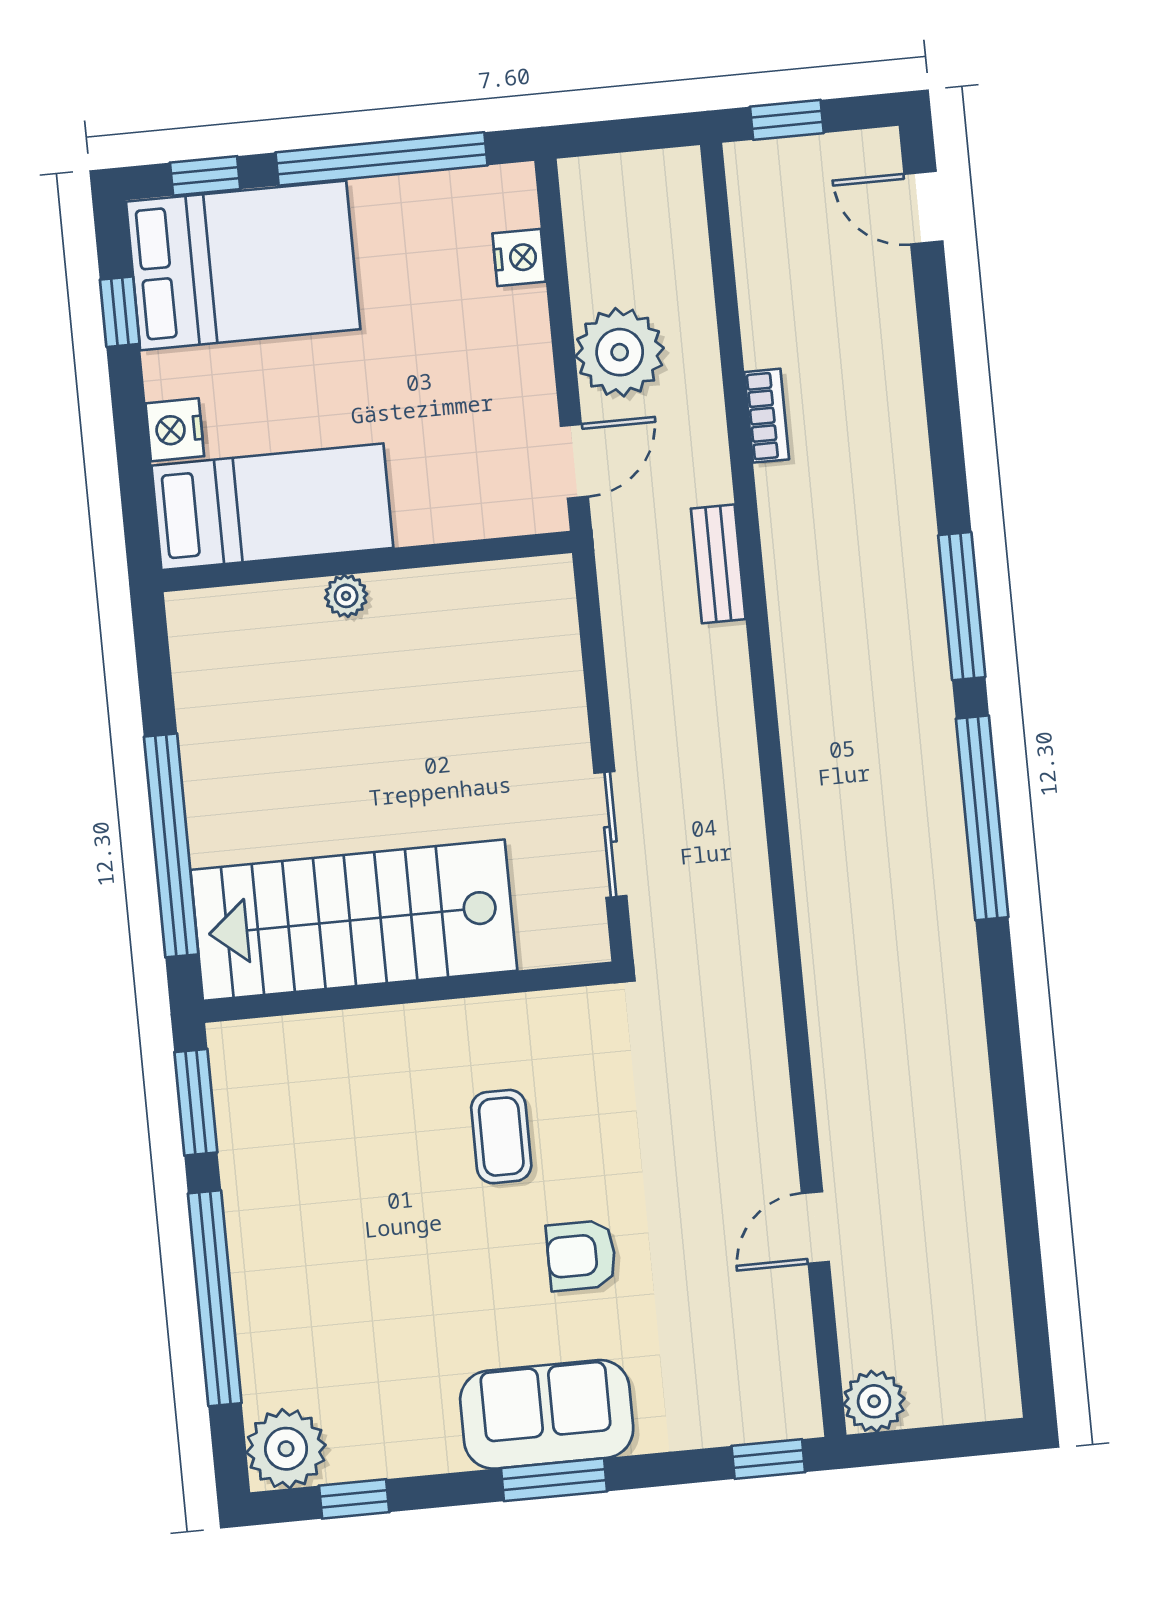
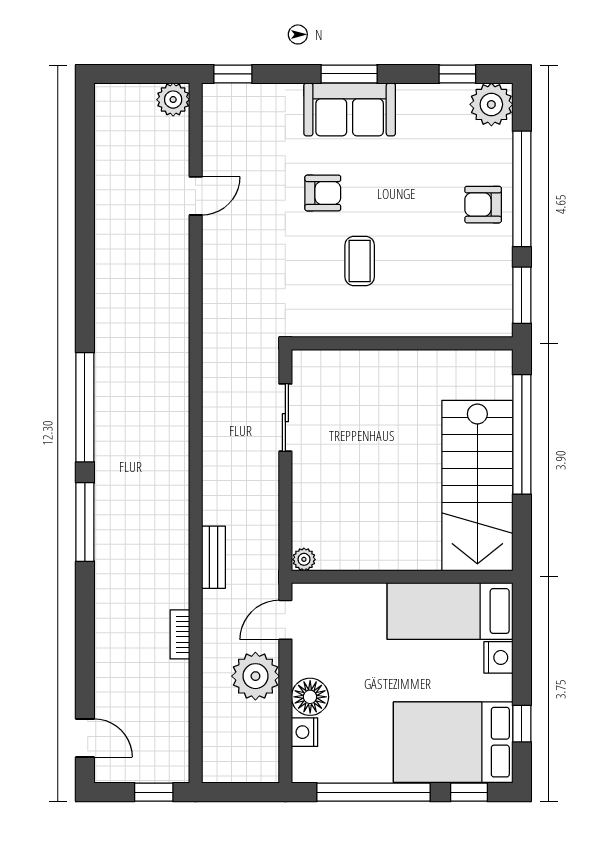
floor lamp: (515, 324) -> (310, 697), added
plant: (346, 596) -> (304, 559), moved
stairs: (354, 920) -> (477, 486), moved, turned 90
armchair: (284, 1263) -> (483, 205), added

